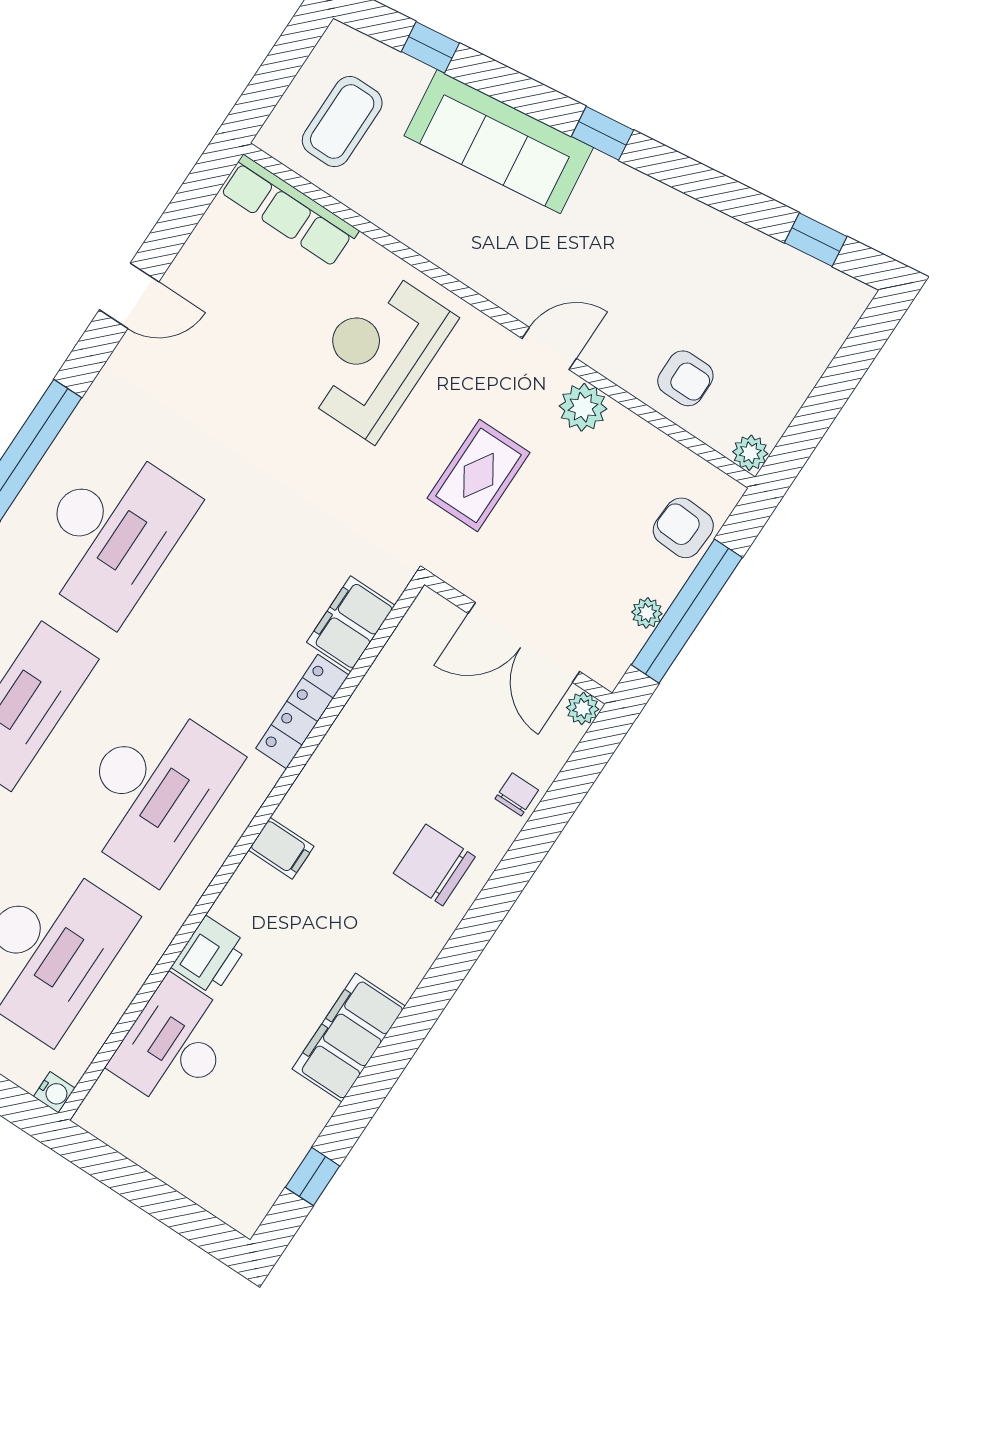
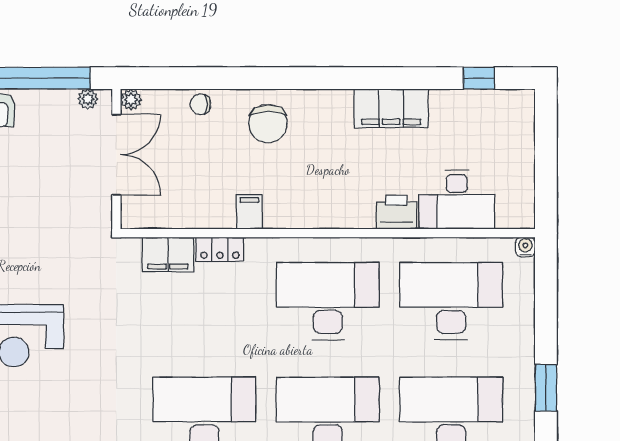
rug: (479, 475) -> (43, 238), removed
plant: (647, 613) -> (88, 99), moved
locker: (302, 712) -> (220, 249), width x0.66
filing cabinet: (281, 848) -> (249, 212), moved

